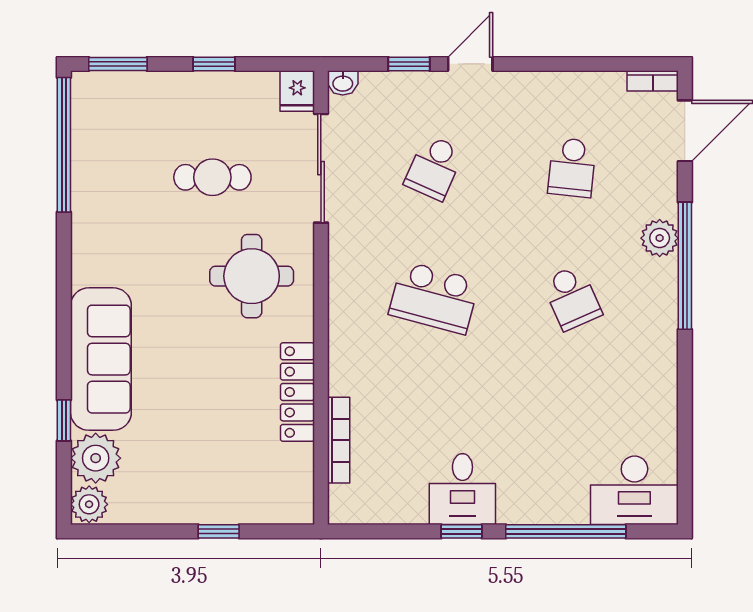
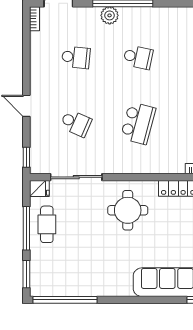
window: (214, 64) -> (26, 228), width x2.17
window: (409, 64) -> (26, 157), moved
washbasin: (343, 83) -> (35, 167), removed
cafe table: (212, 177) -> (47, 224), moved
school desk: (572, 298) -> (138, 57), turned 36

